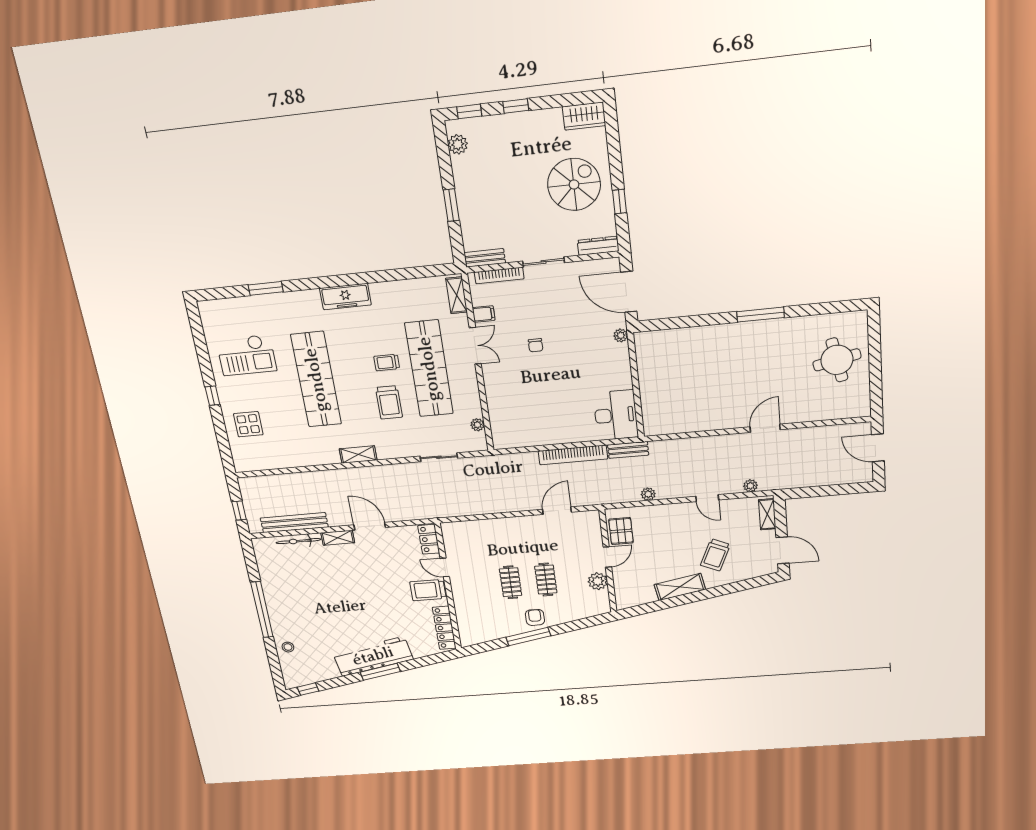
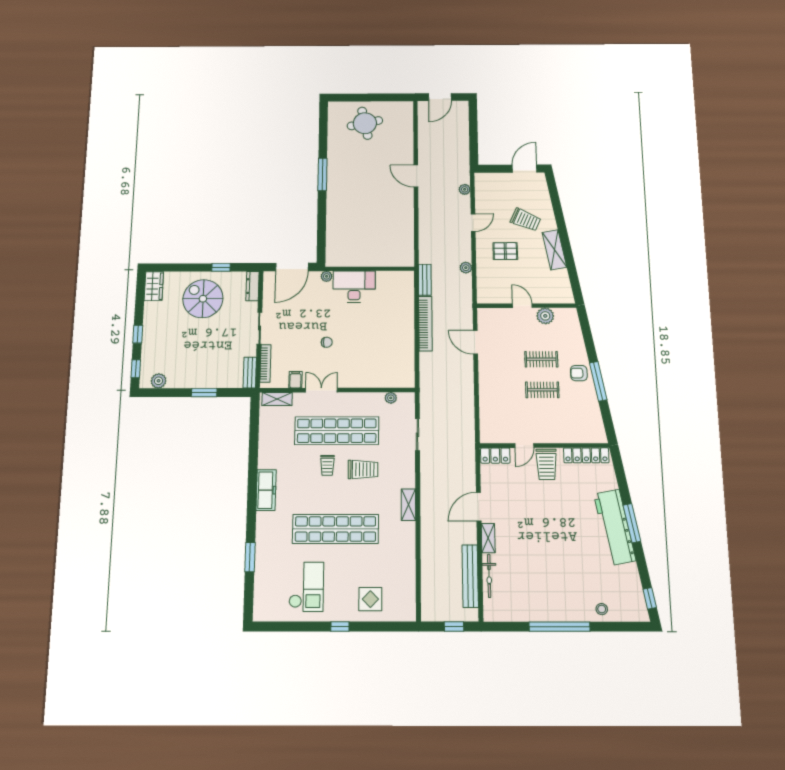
desk: (616, 415) -> (354, 287), moved
shelving: (767, 514) -> (491, 178), removed
pallet: (621, 531) -> (505, 251), moved

